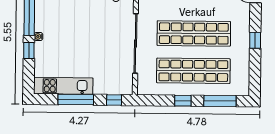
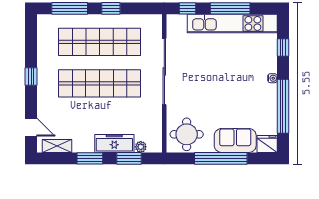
window: (29, 50) -> (283, 48), moved
kitchen unit: (63, 86) -> (232, 23), width x1.36

